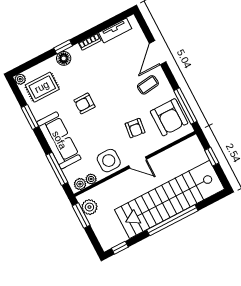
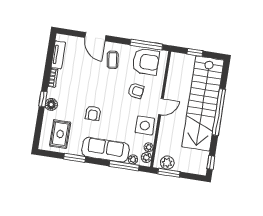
plant: (20, 79) -> (133, 159), moved

